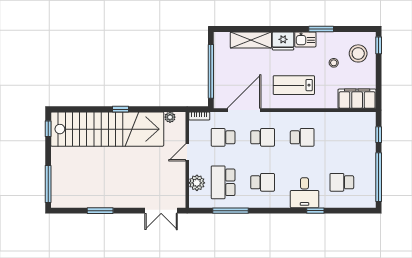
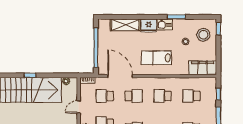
door: (244, 110) -> (120, 76), hinge flipped
school desk: (302, 137) -> (163, 96), turned 180
school desk: (342, 137) -> (191, 96), added

